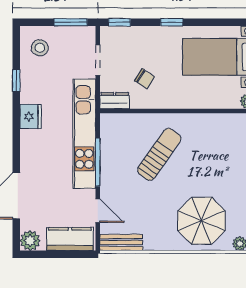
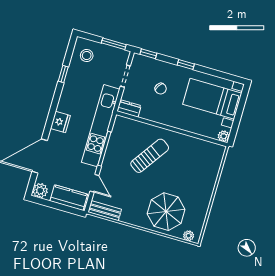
chair: (144, 79) -> (161, 89), moved
fridge: (31, 116) -> (60, 122), moved

